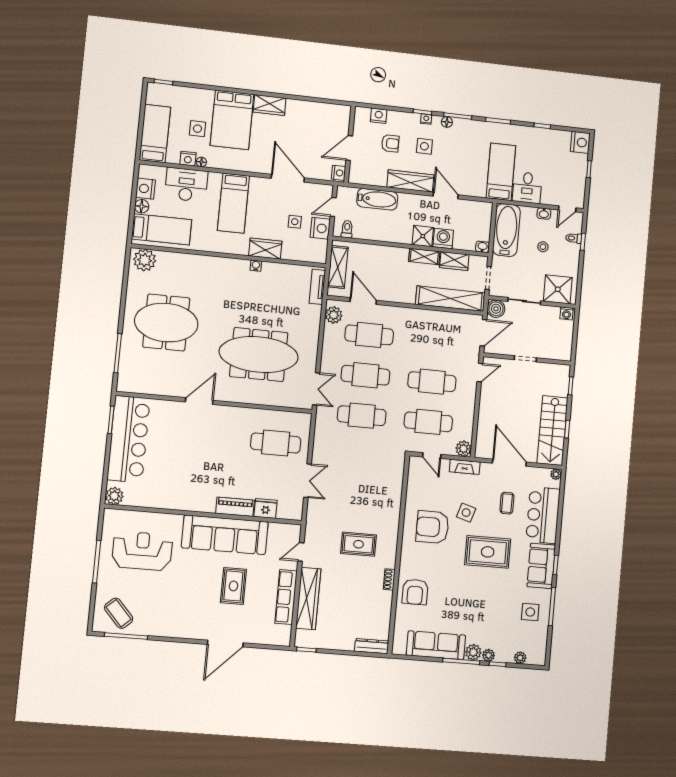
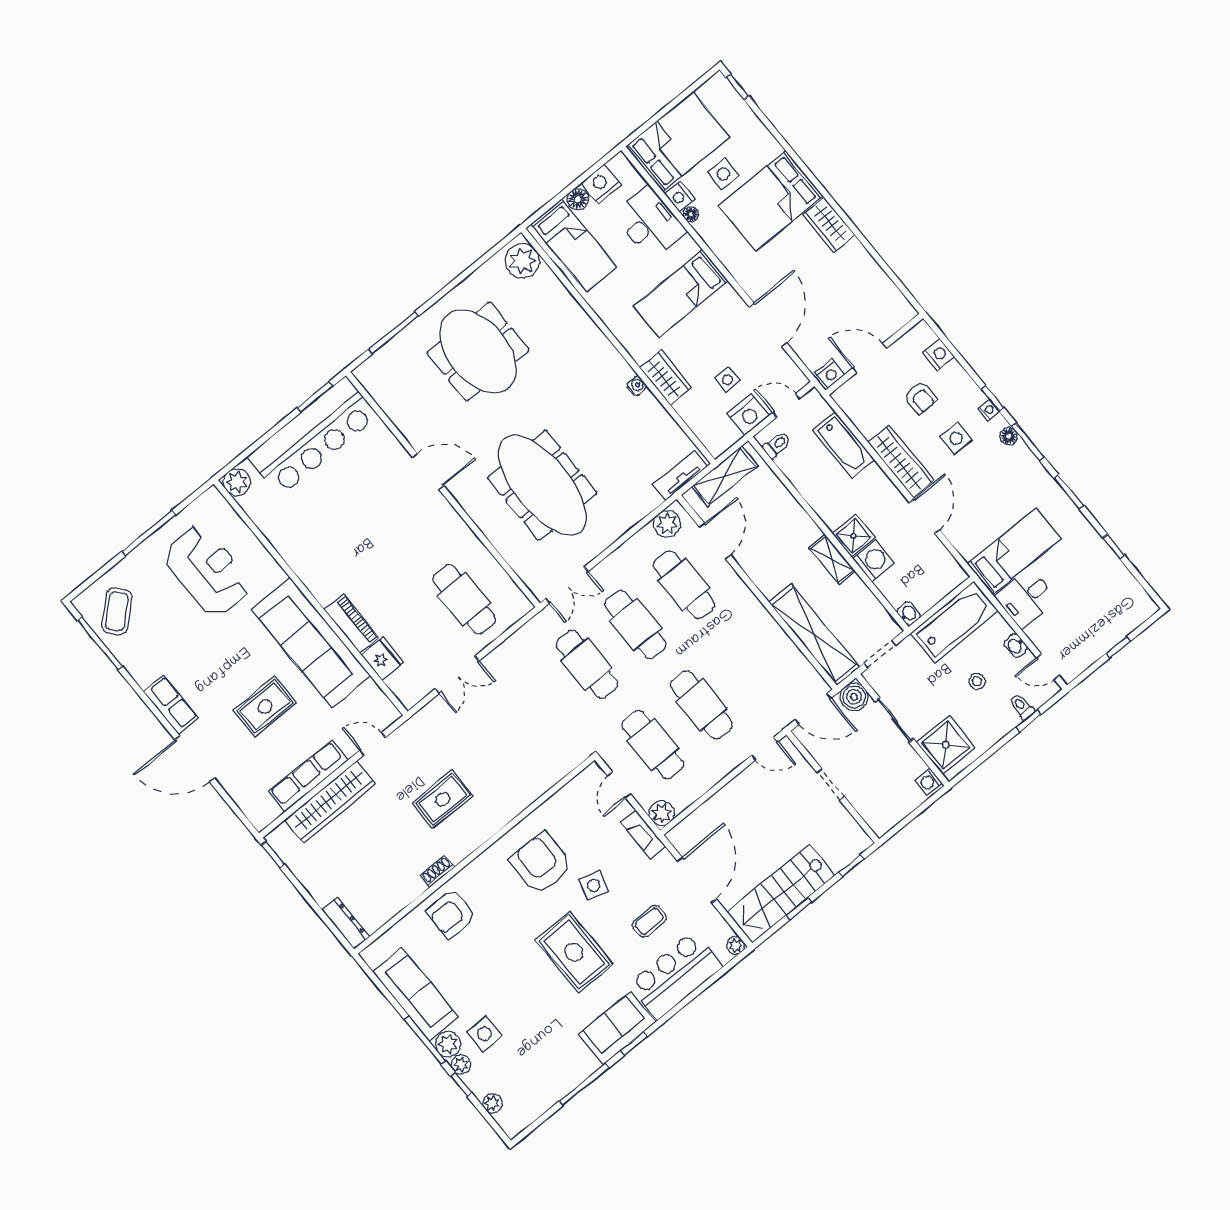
bed: (155, 133) -> (678, 142), width x1.50
nightstand: (580, 142) -> (1139, 608), removed
wardrobe: (454, 261) -> (861, 598), removed
rug: (359, 544) -> (443, 799), turned 90
side table: (530, 612) -> (484, 1034), moved
row of seats: (189, 630) -> (171, 705), added

